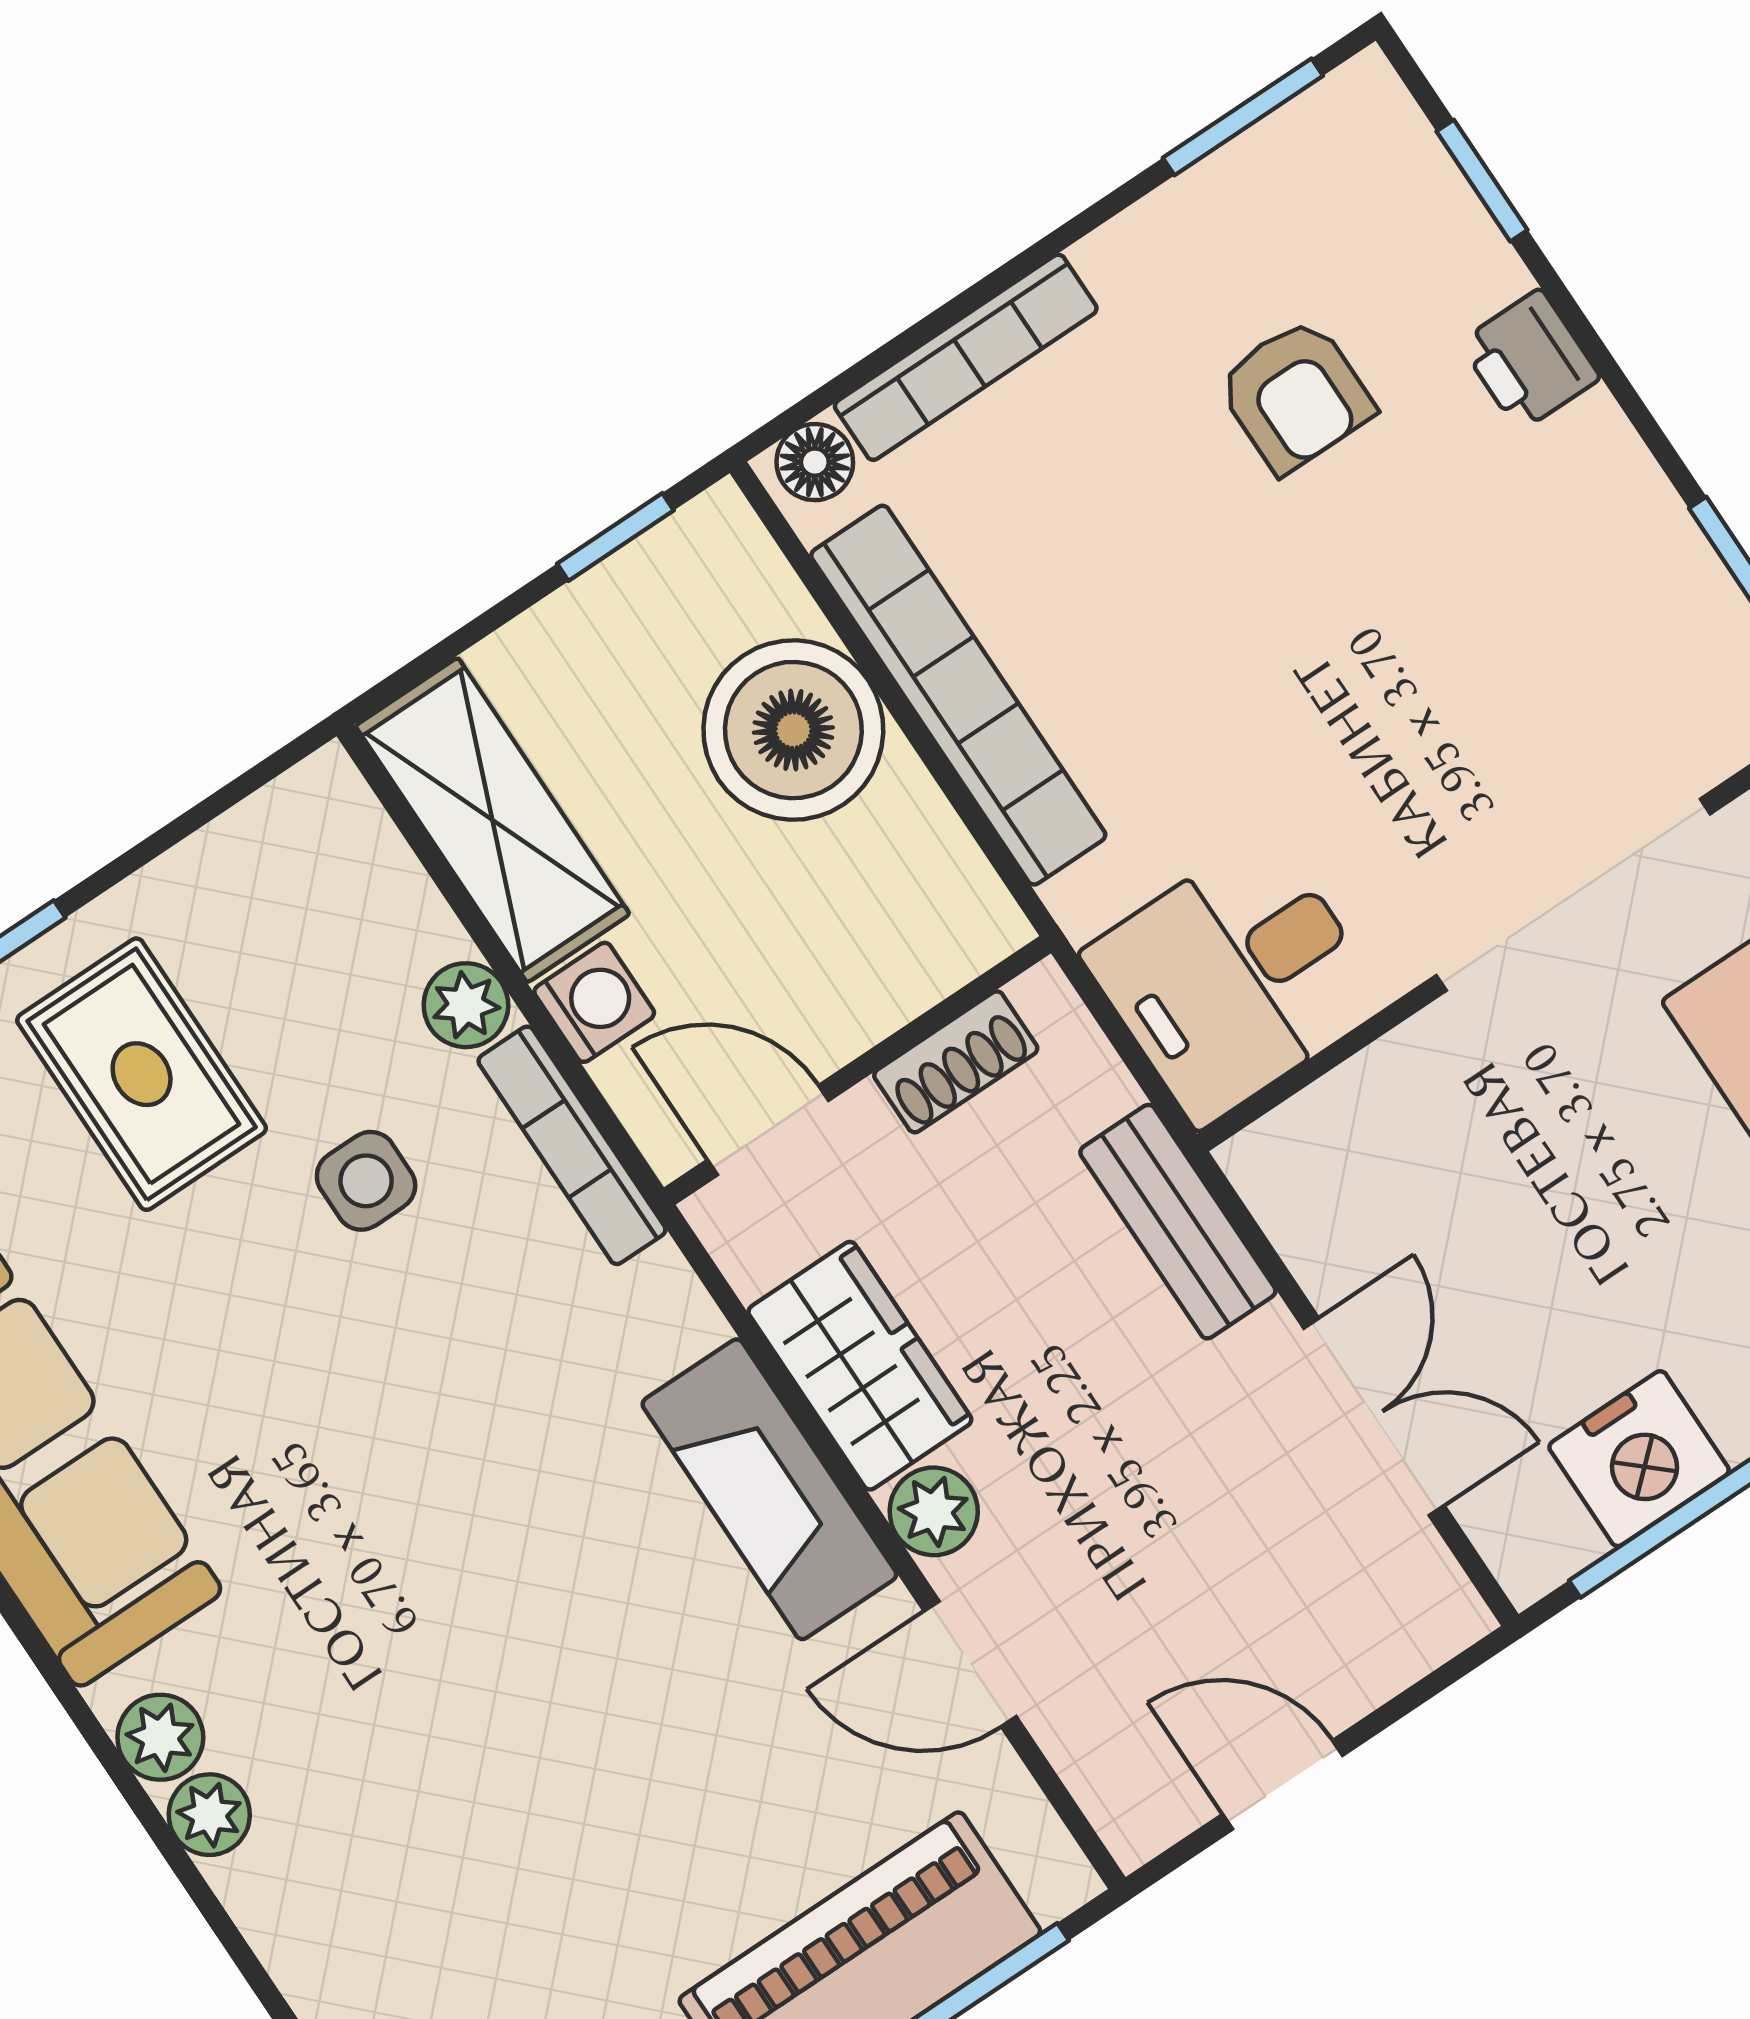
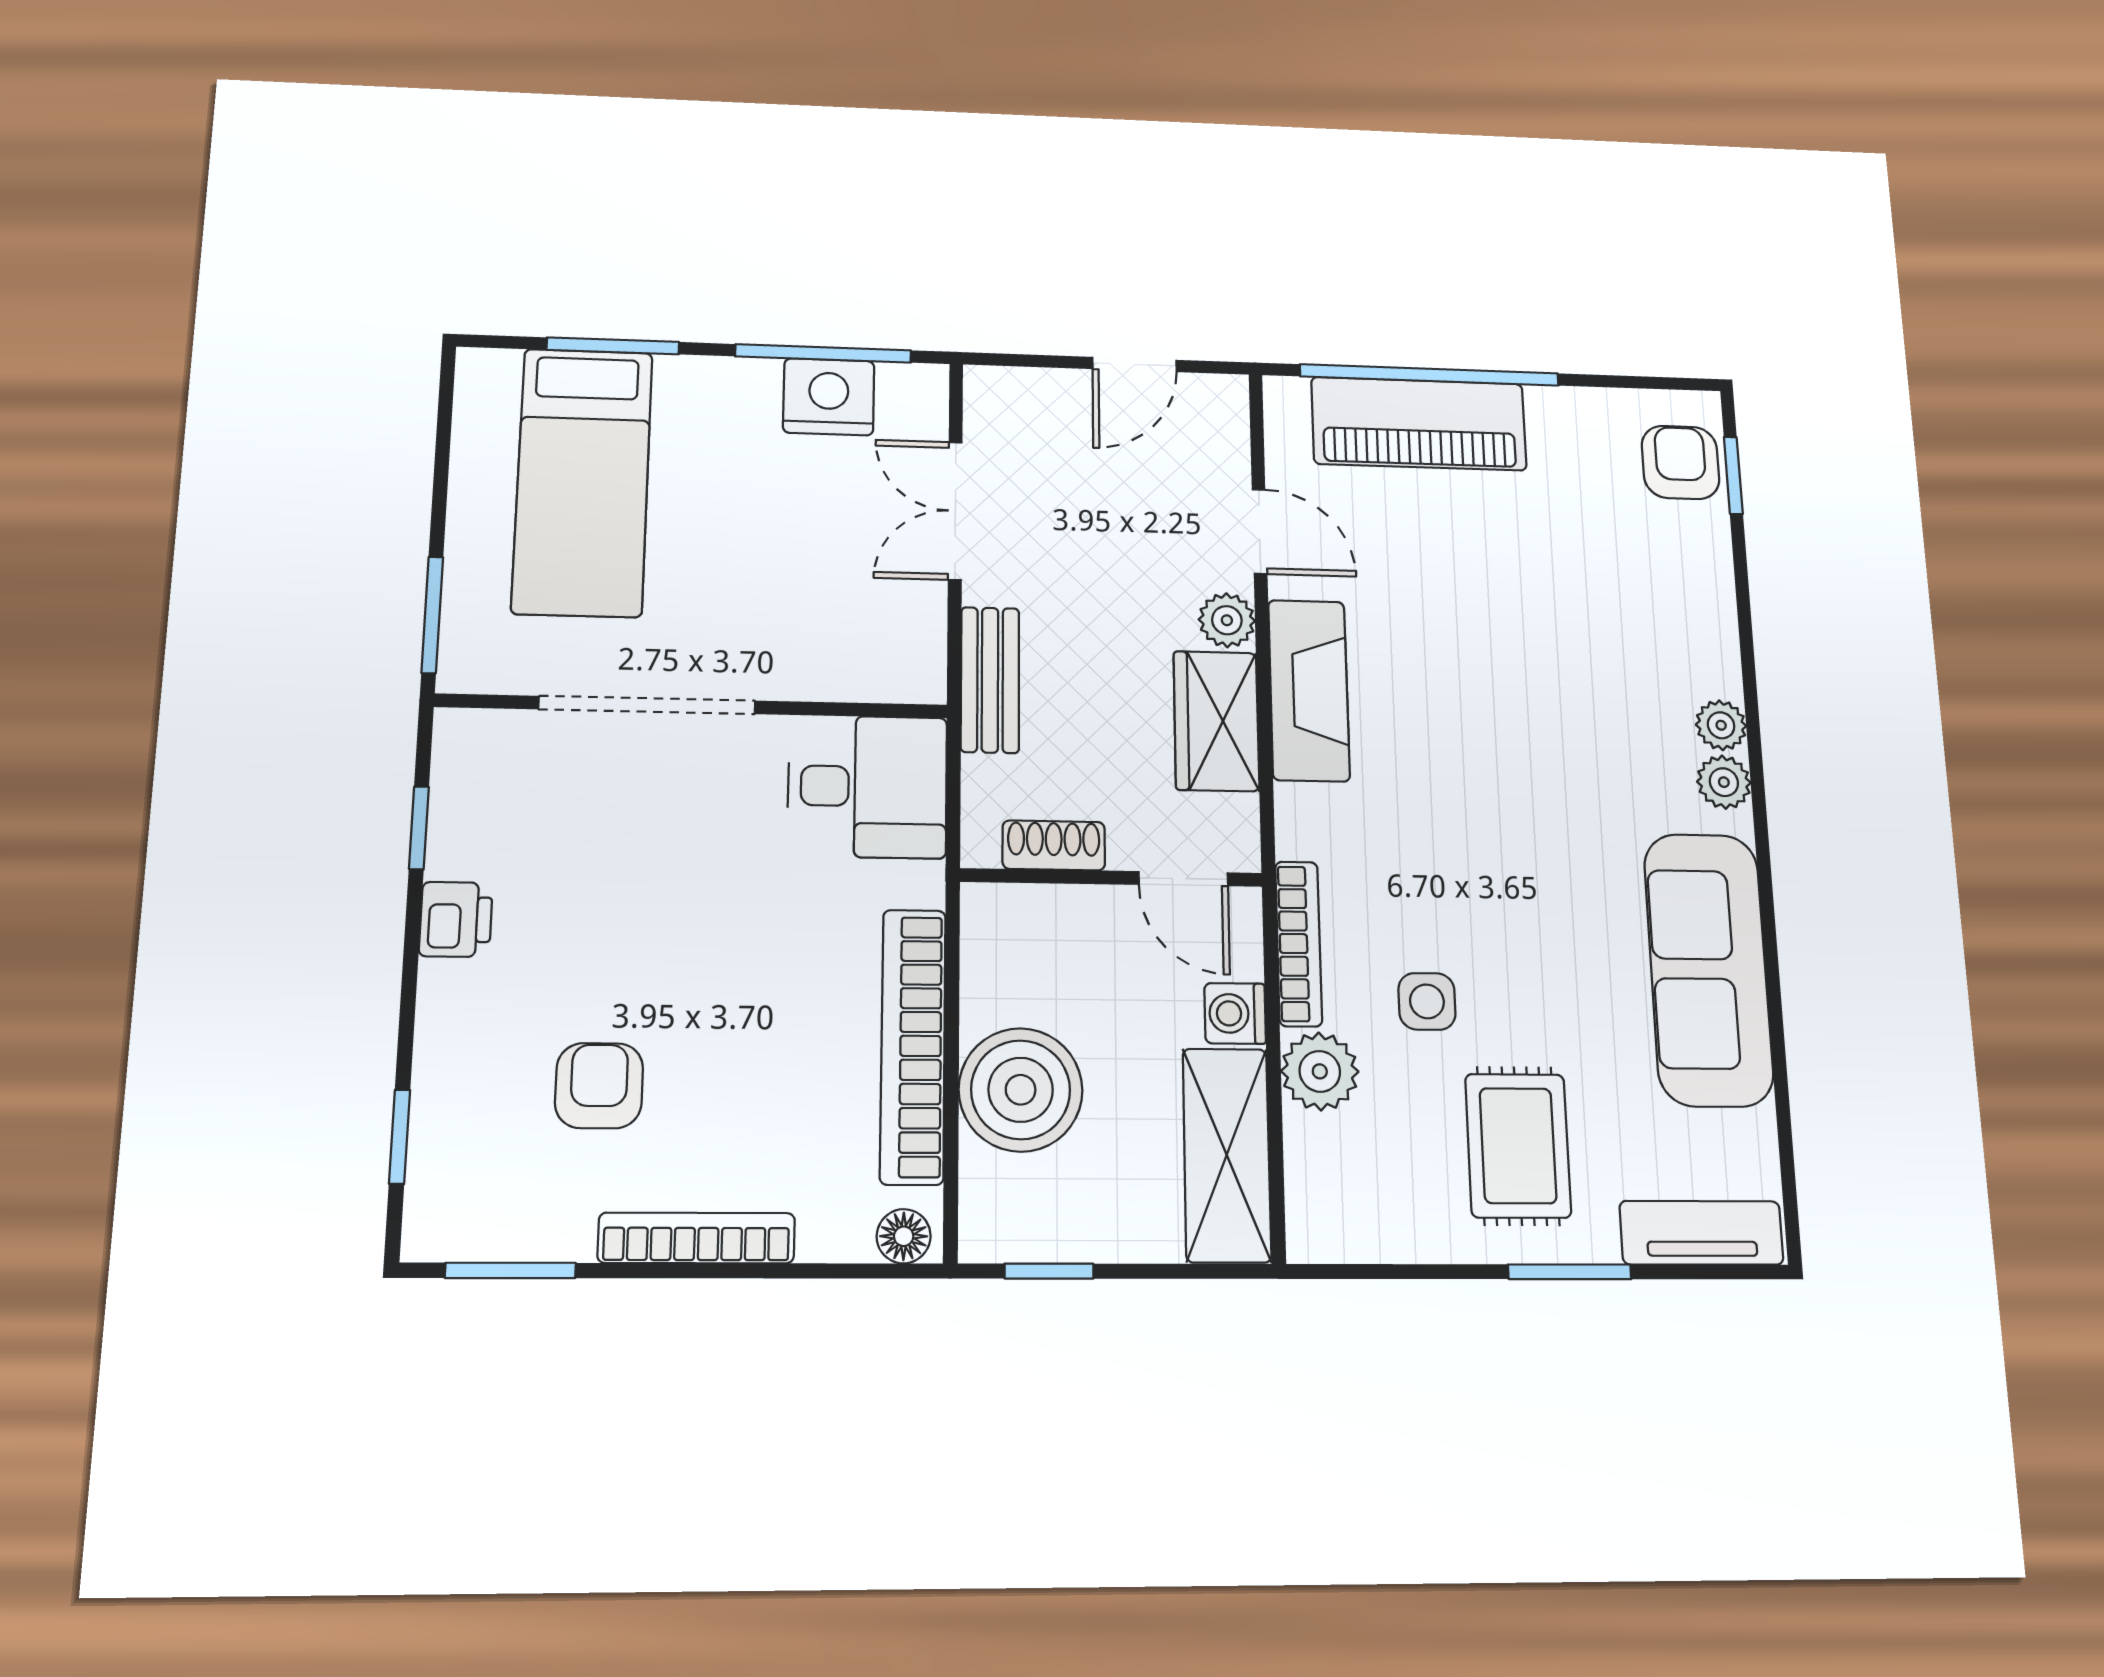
bookcase: (966, 357) -> (696, 1238), moved
printer: (1530, 360) -> (456, 919), moved
plant: (466, 1005) -> (1320, 1071), width x1.38, depth x1.38
door: (1282, 1785) -> (1135, 364), hinge flipped

